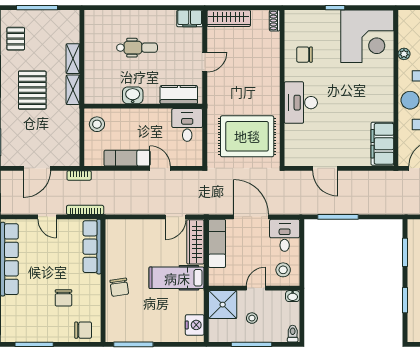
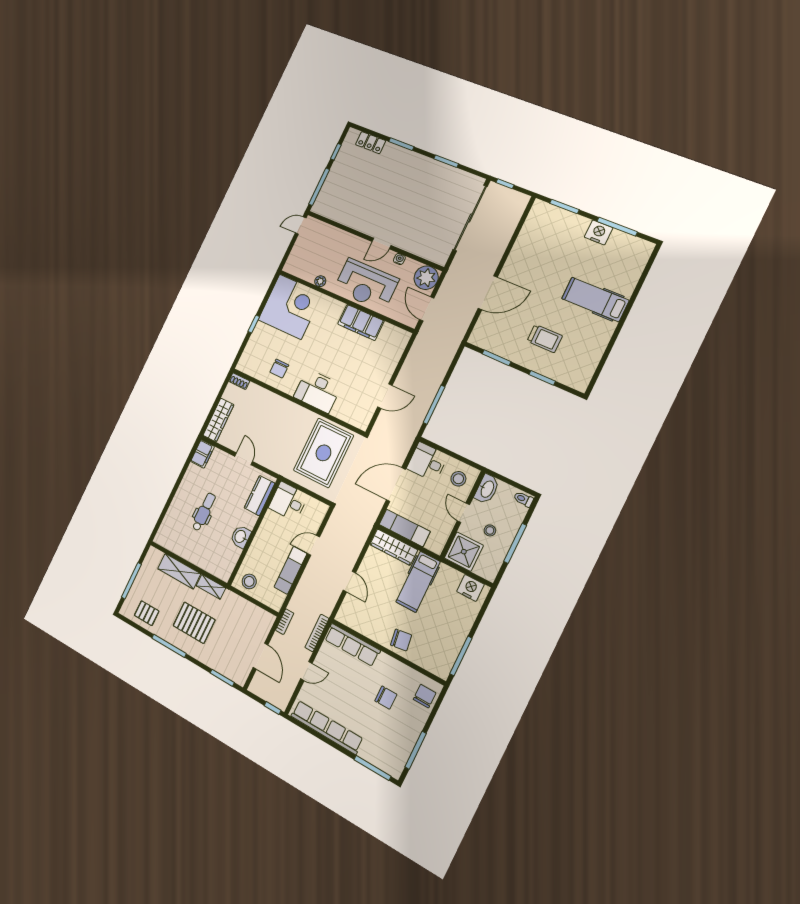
shelving: (73, 59) -> (179, 571), width x1.50, depth x1.33
filing cabinet: (382, 144) -> (361, 322), moved
door: (175, 217) -> (349, 582), moved
washbasin: (293, 296) -> (487, 489), width x1.91, depth x1.45

